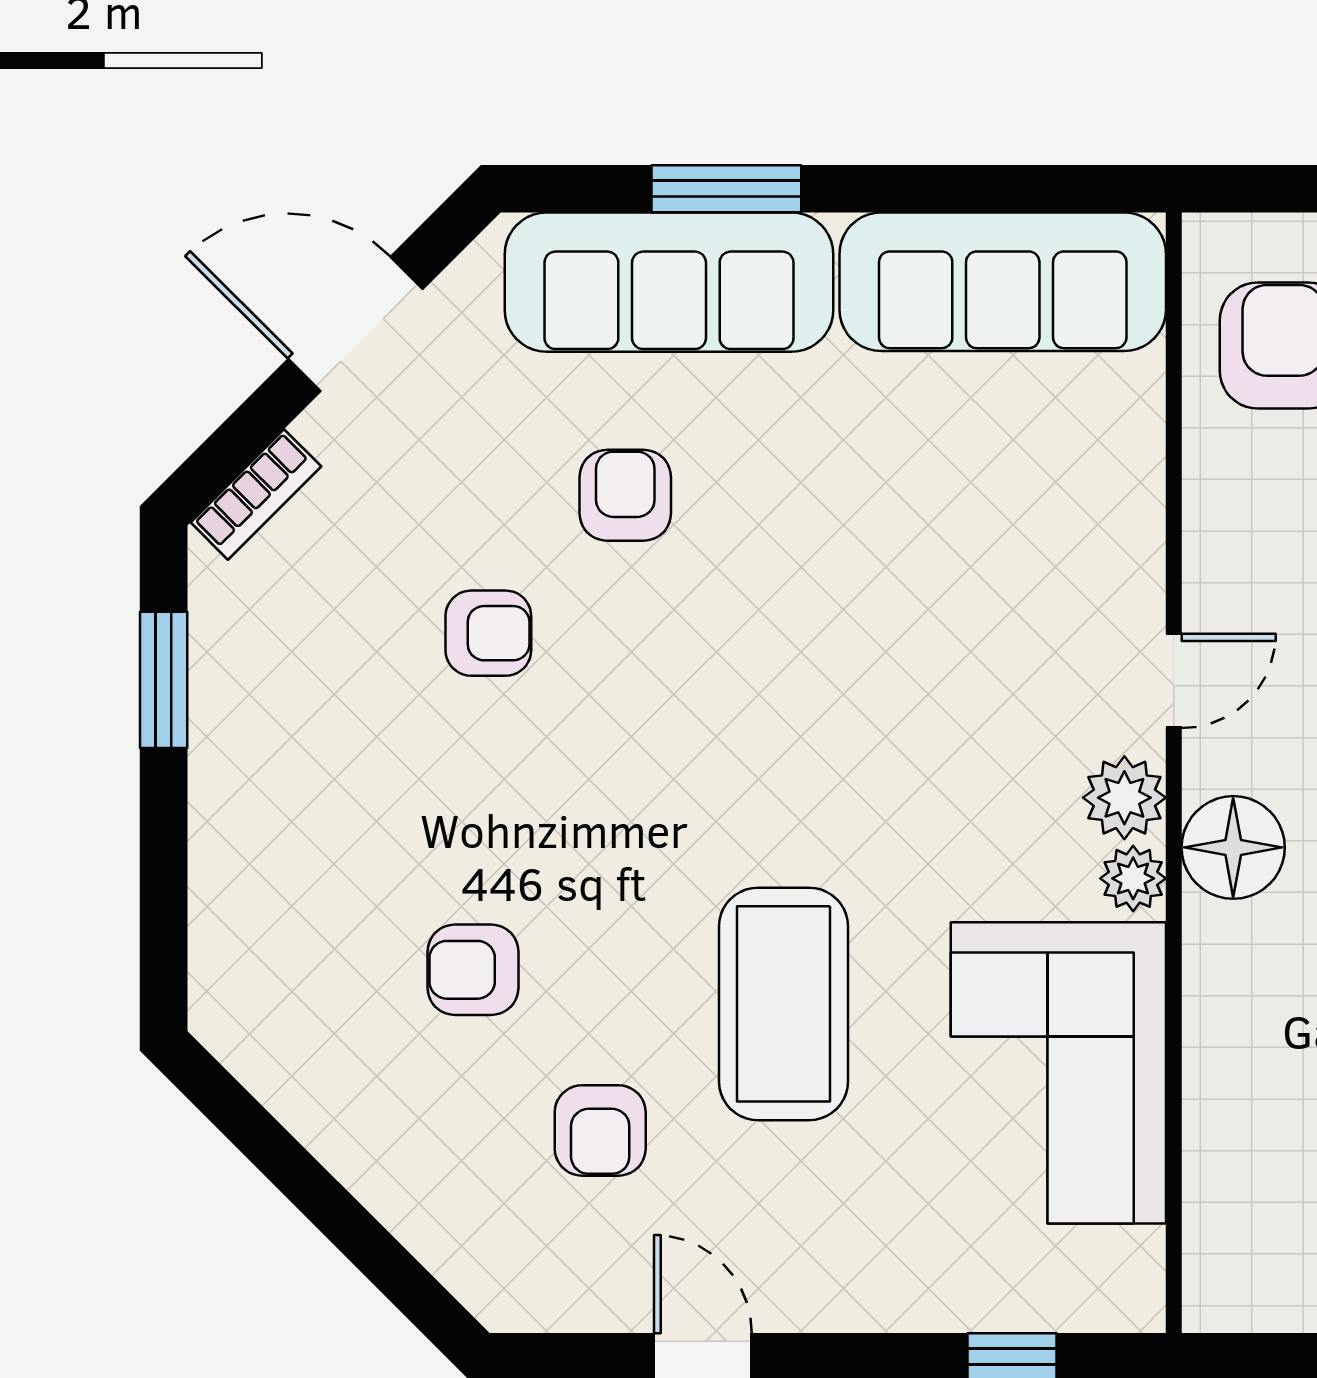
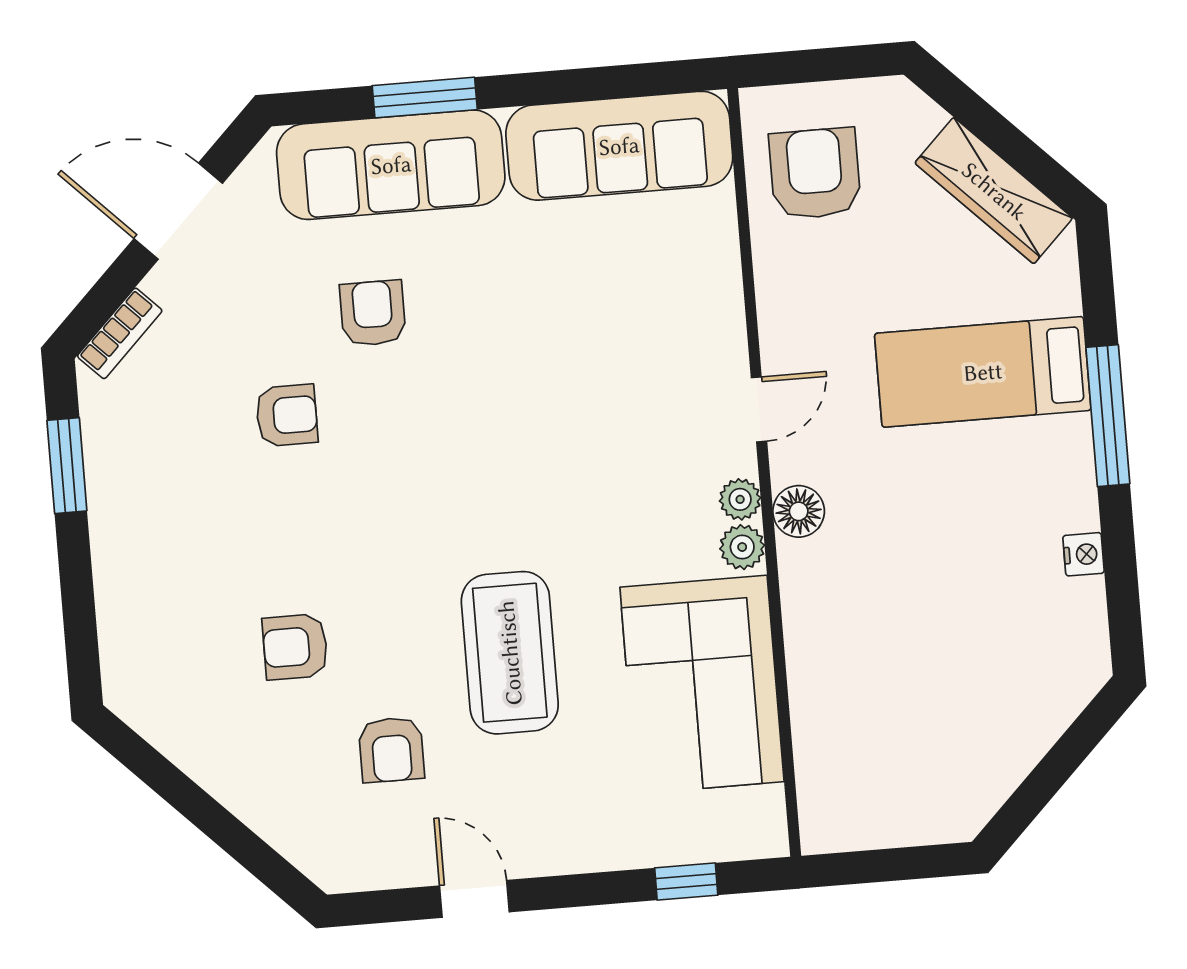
plant: (1124, 798) -> (740, 499), width x0.73, depth x0.73
floor lamp: (1233, 847) -> (799, 511), width x0.73, depth x0.73

